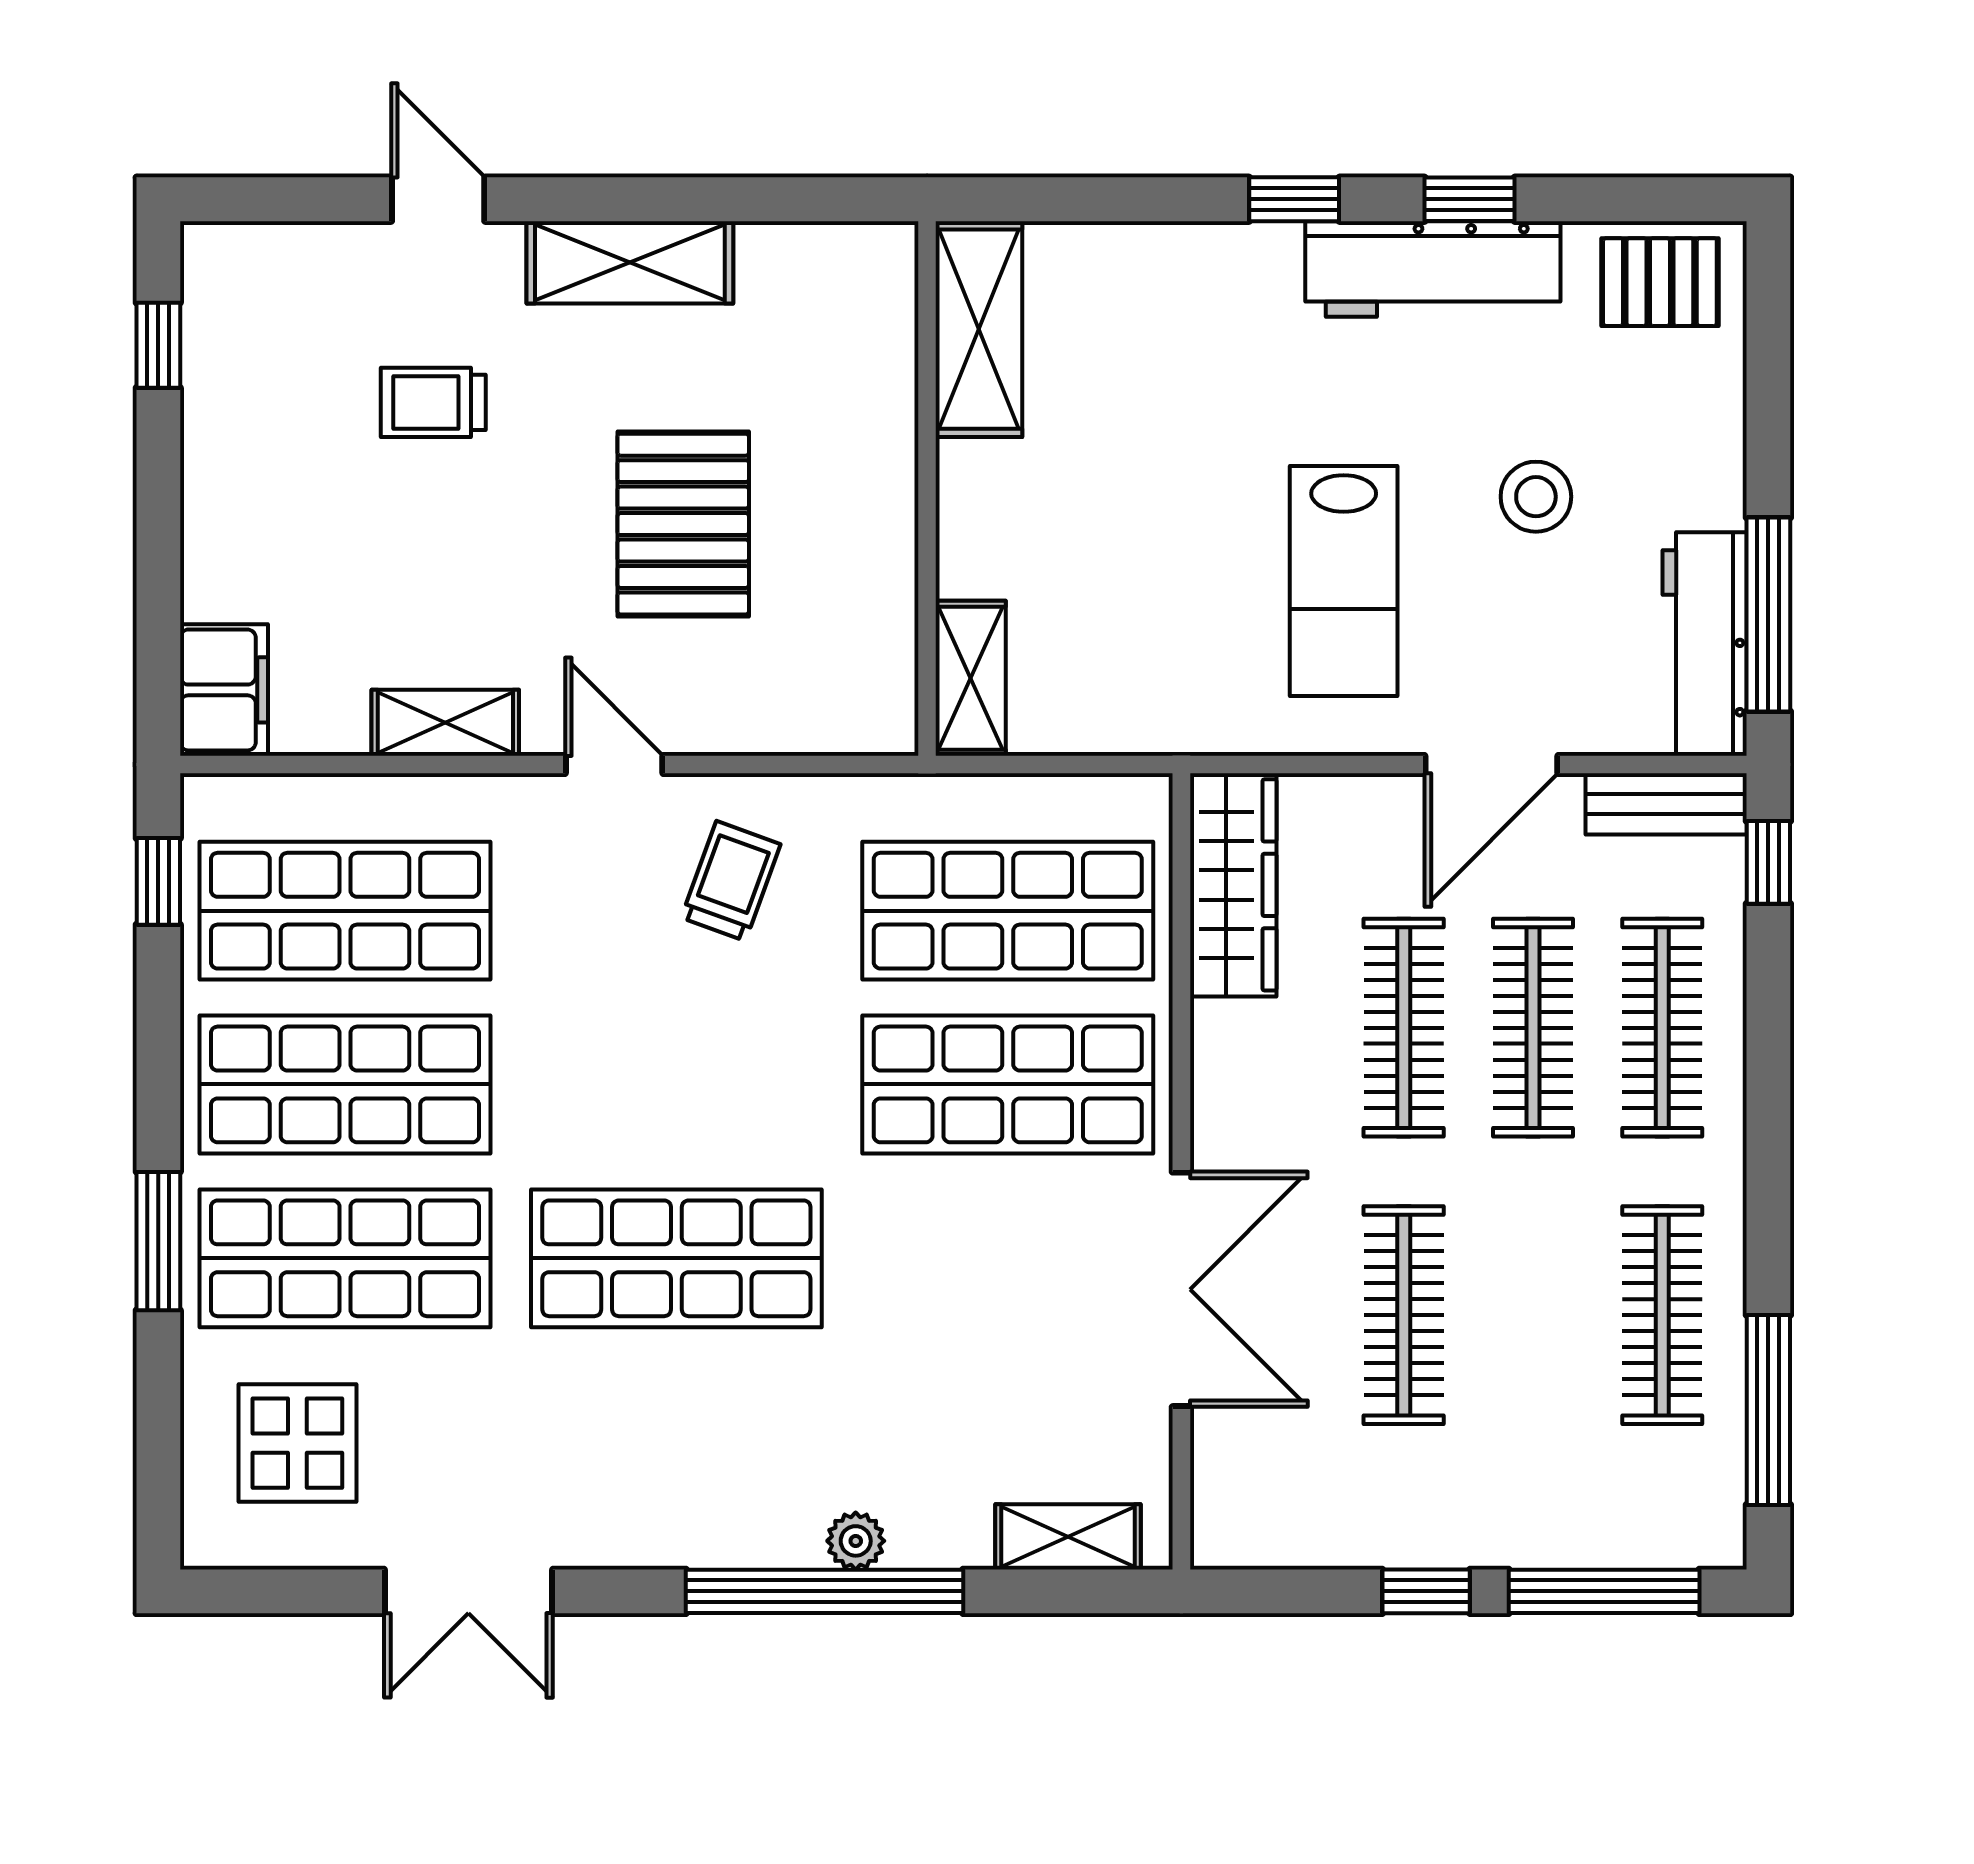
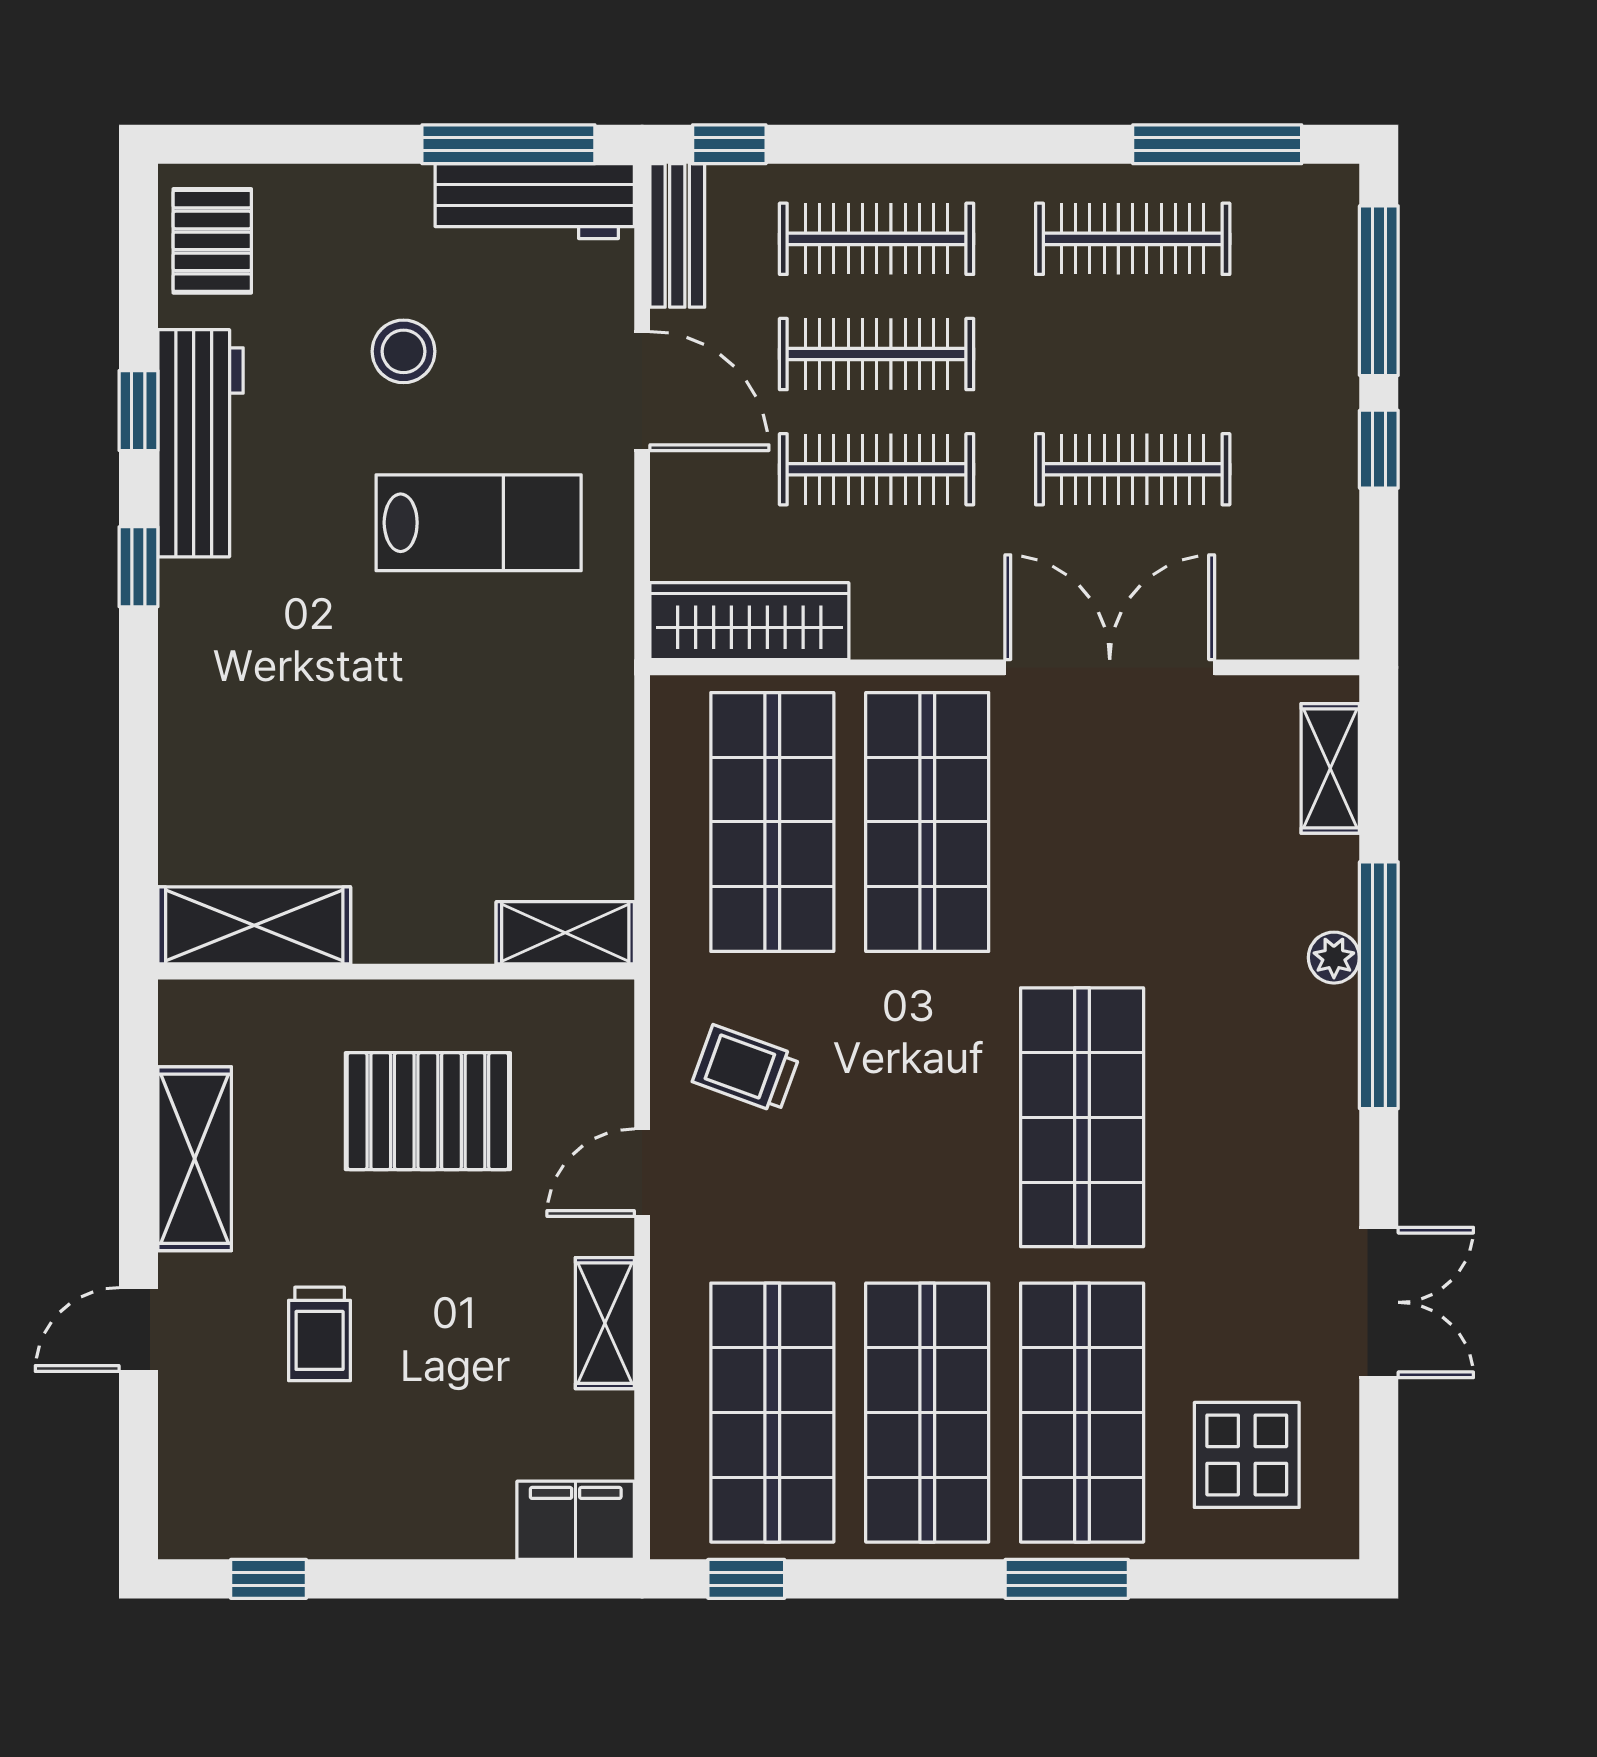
shelving: (979, 329) -> (254, 925), moved
wall: (927, 488) -> (396, 972), moved
shelving: (971, 678) -> (565, 933), moved

